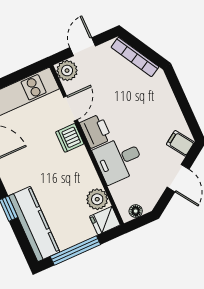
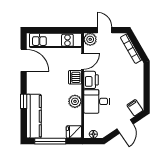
door: (83, 47) -> (105, 30), hinge flipped
plant: (97, 199) -> (75, 101), moved

